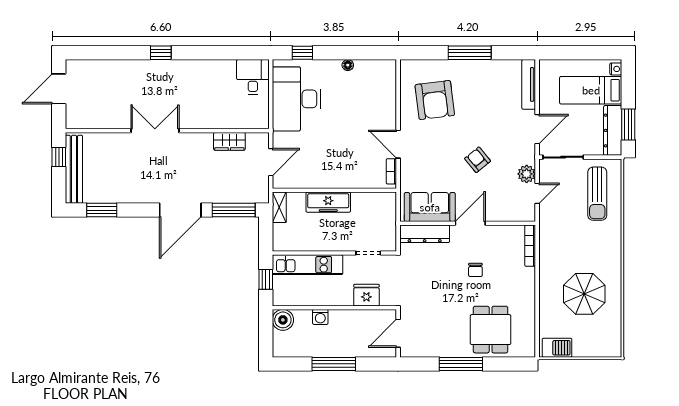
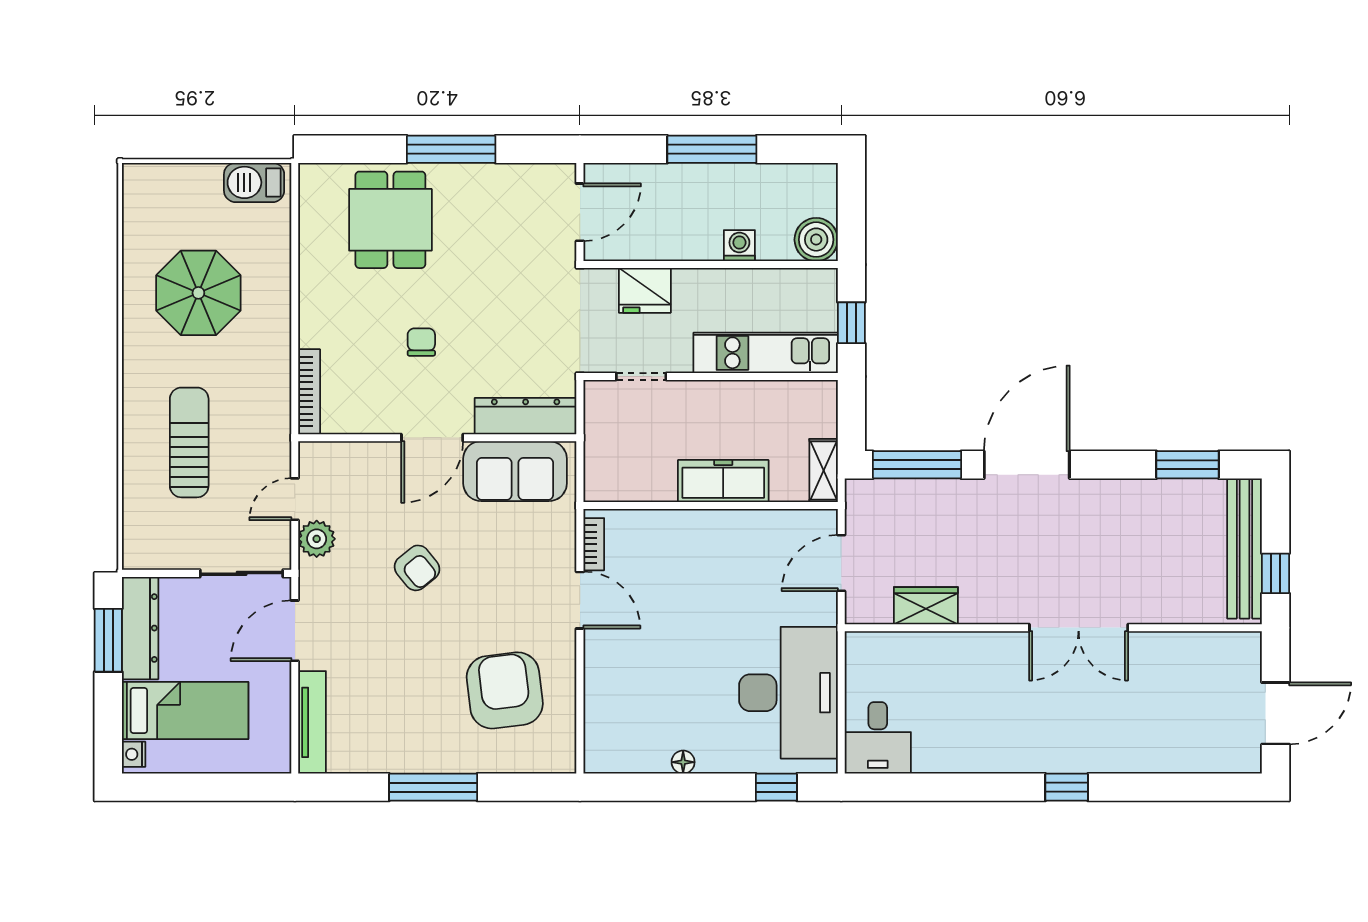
sun lounger: (597, 194) -> (189, 442), moved

